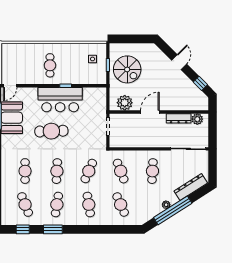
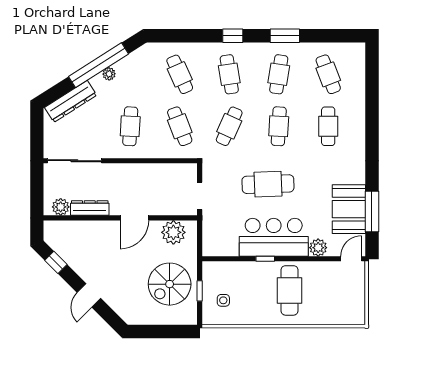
cafe table: (50, 65) -> (289, 290), width x1.37, depth x1.35
spiral stairs: (127, 69) -> (170, 284), turned -90
plant: (31, 93) -> (318, 248), added
cafe table: (51, 131) -> (268, 184), moved
window: (23, 229) -> (233, 36), moved

